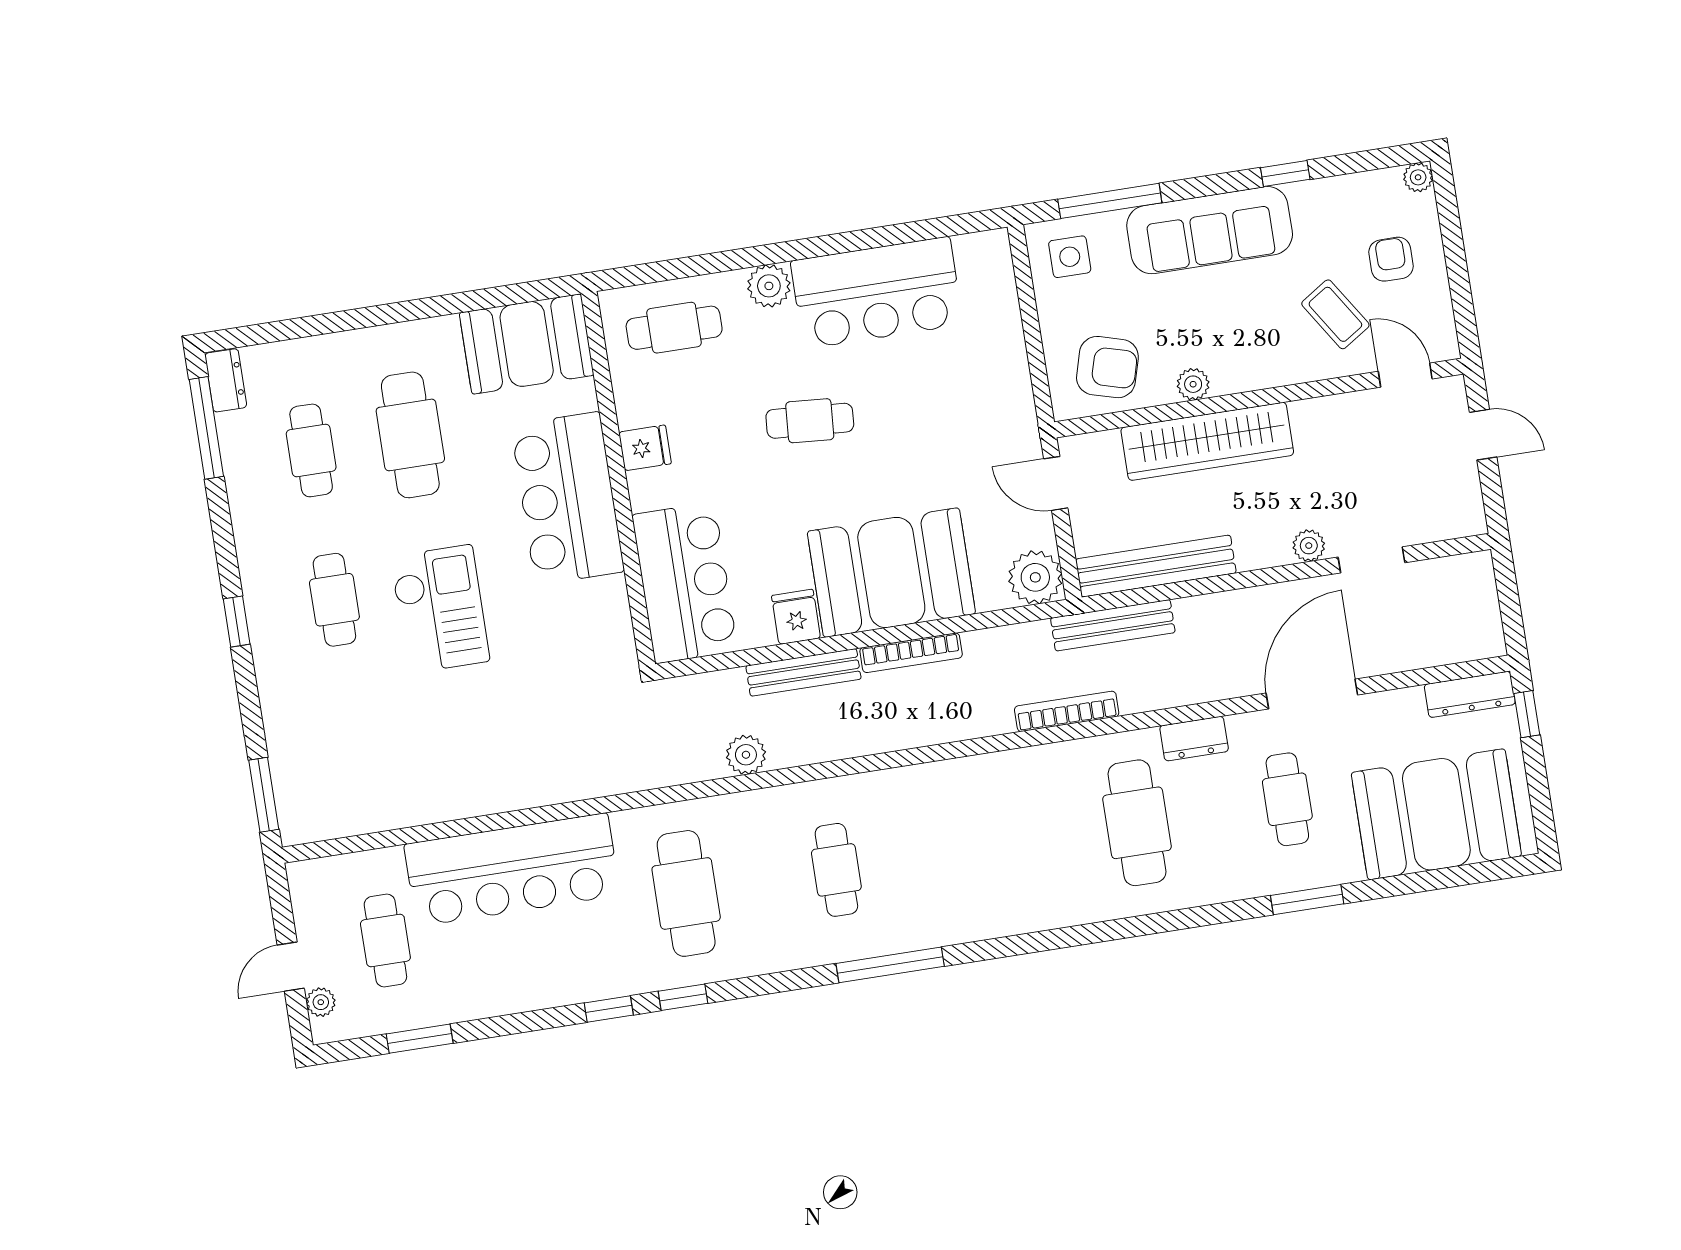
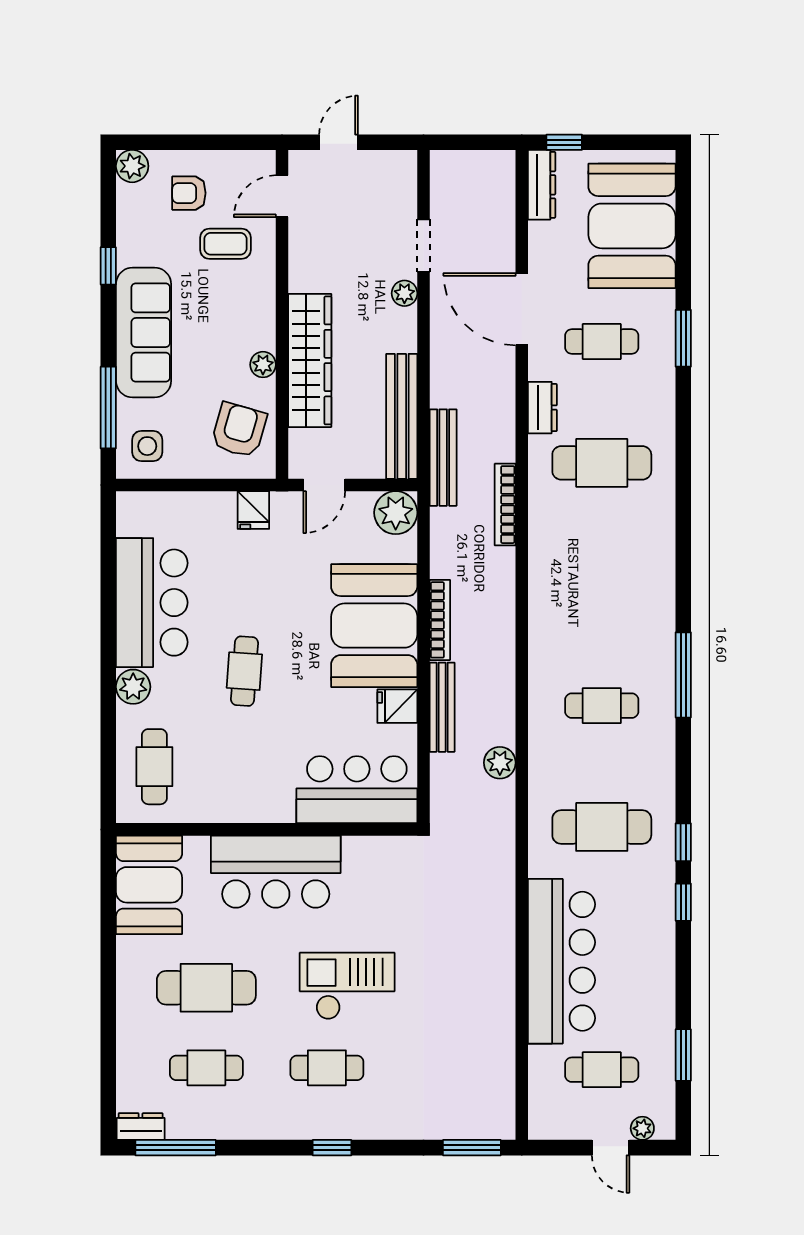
plant: (1418, 177) -> (132, 166), width x1.38, depth x1.38
coffee table: (1335, 314) -> (225, 244), turned 33
fridge: (645, 448) -> (253, 510), moved, turned 180

